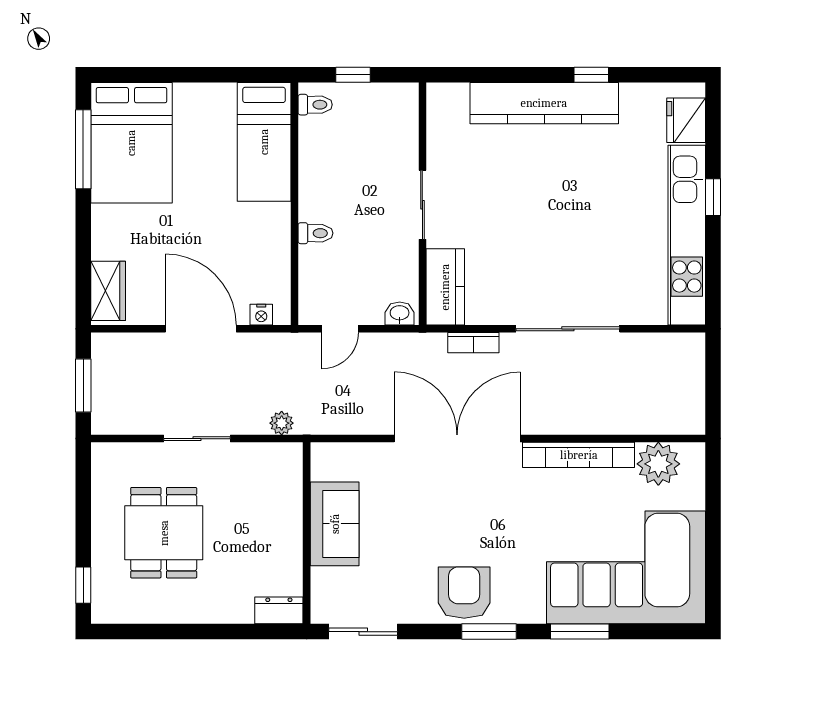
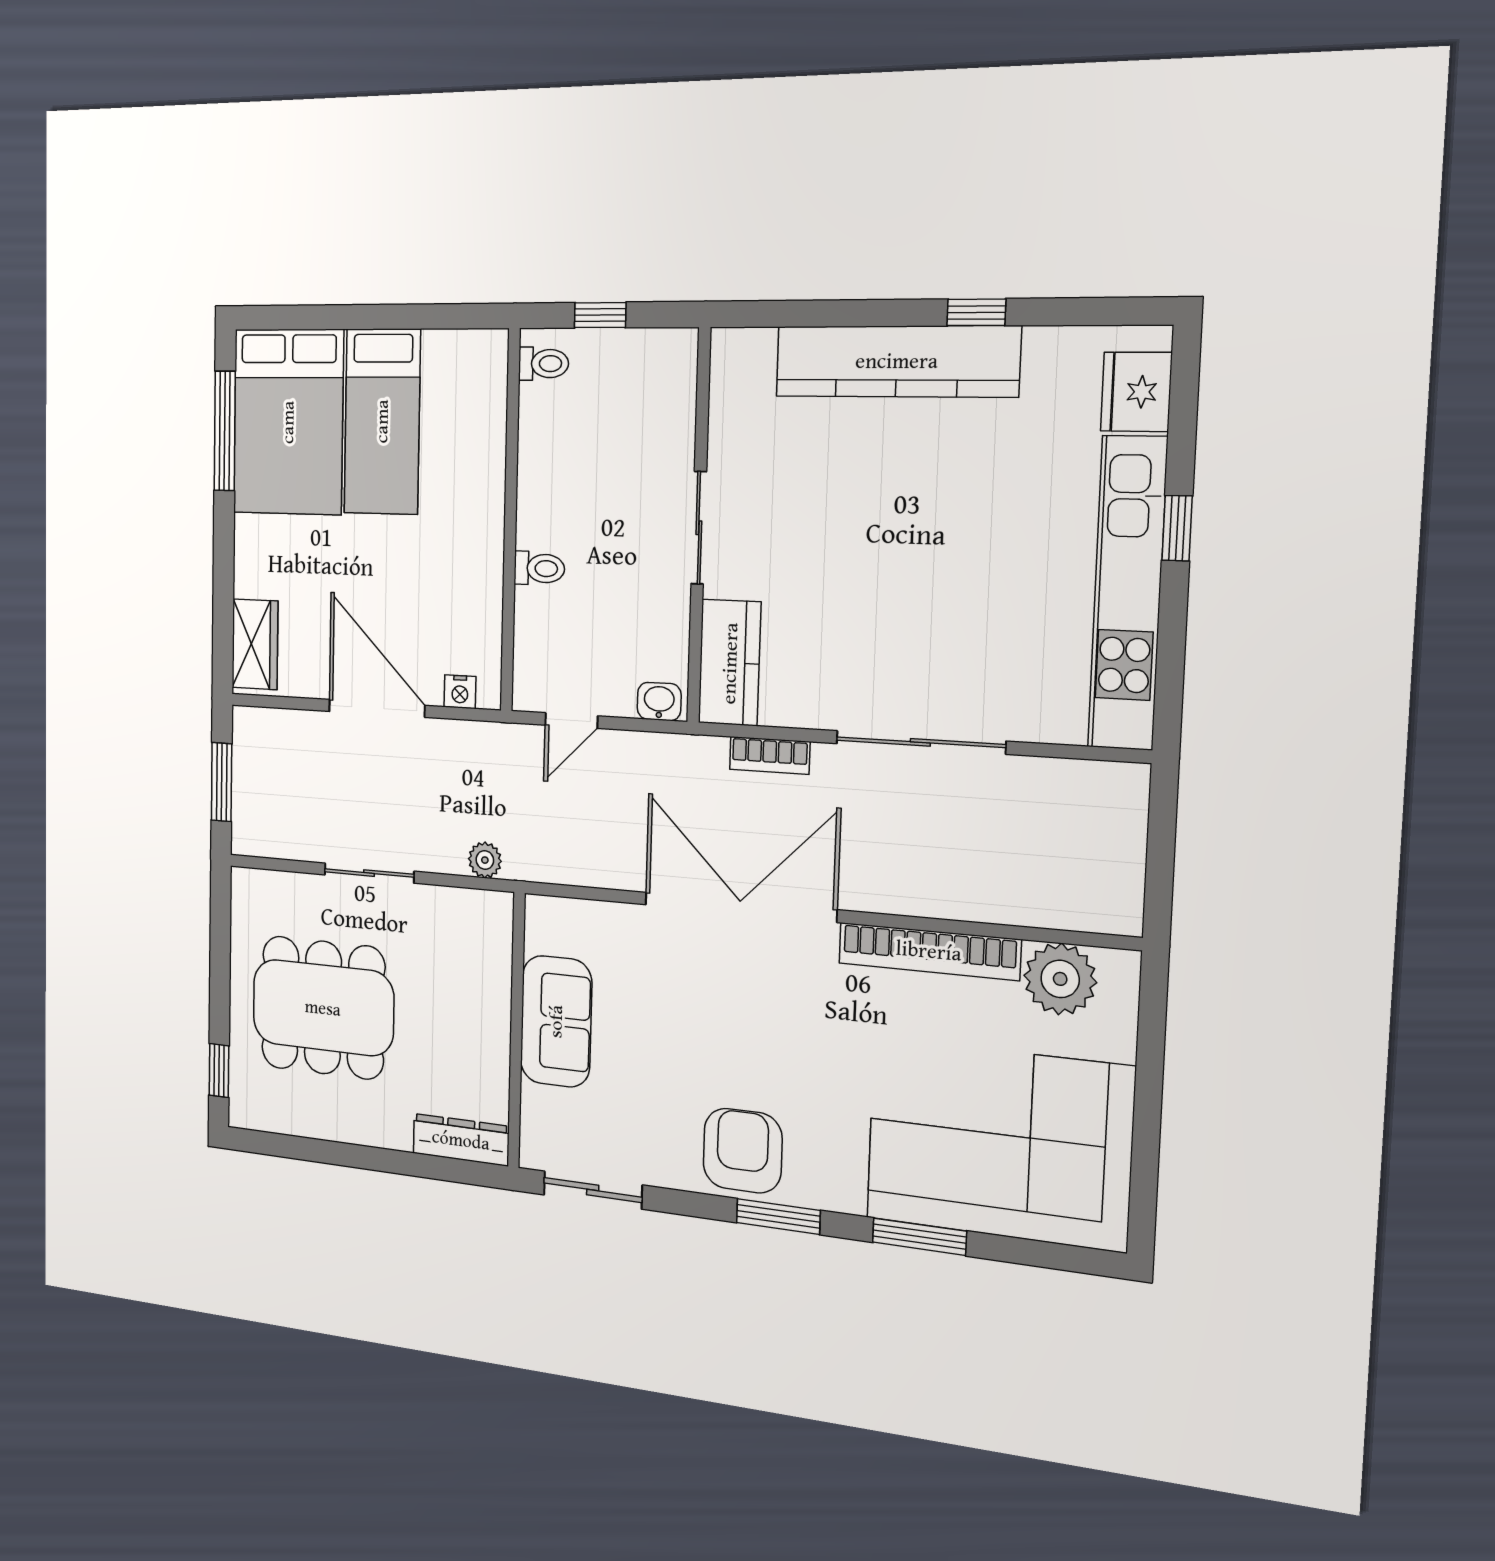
bed: (264, 142) -> (382, 421), moved
dining table: (164, 533) -> (323, 1008), width x1.38
dresser: (279, 610) -> (461, 1140), width x1.44

